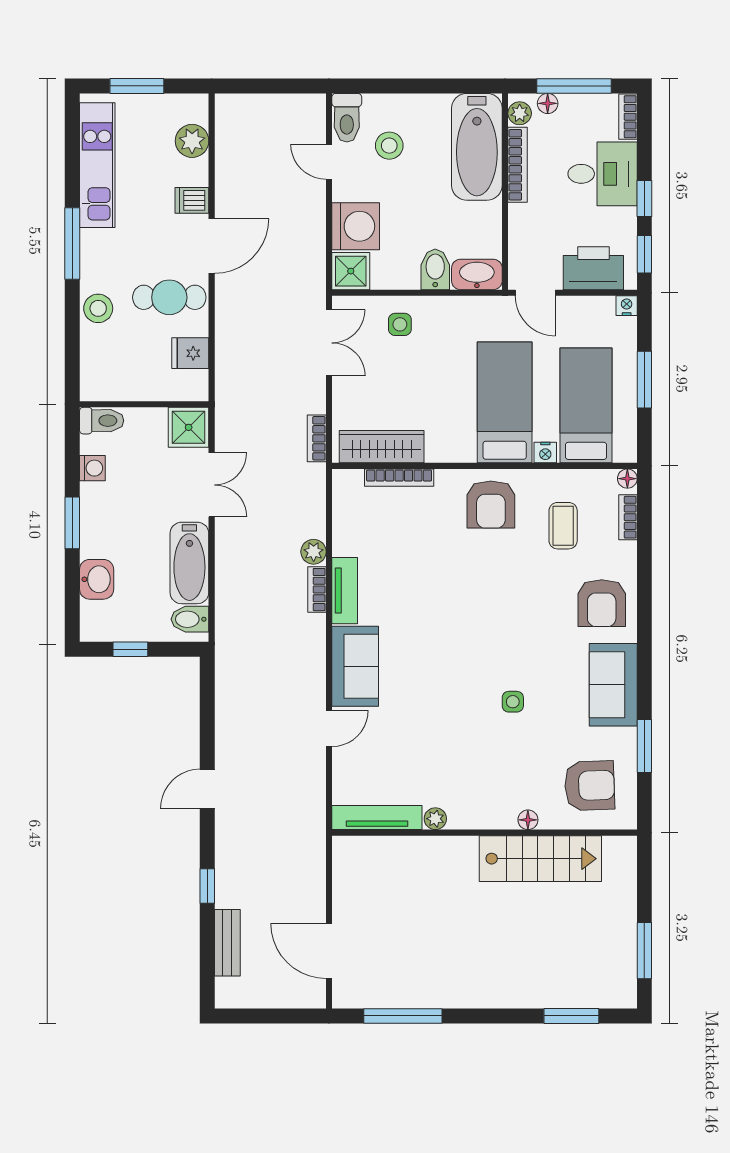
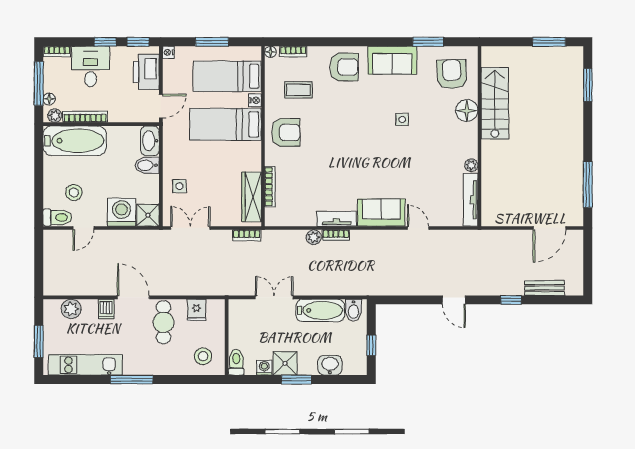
stool: (98, 308) -> (203, 356), moved
shower: (189, 427) -> (285, 363), moved
floor lamp: (528, 820) -> (467, 111), width x1.89, depth x1.89

